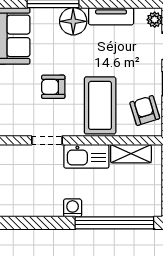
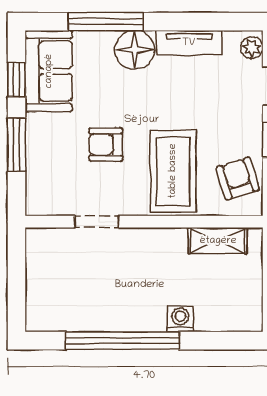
kitchen sink: (86, 156) -> (154, 245), removed
washing machine: (73, 208) -> (180, 319), moved
window: (114, 223) -> (122, 341), moved

